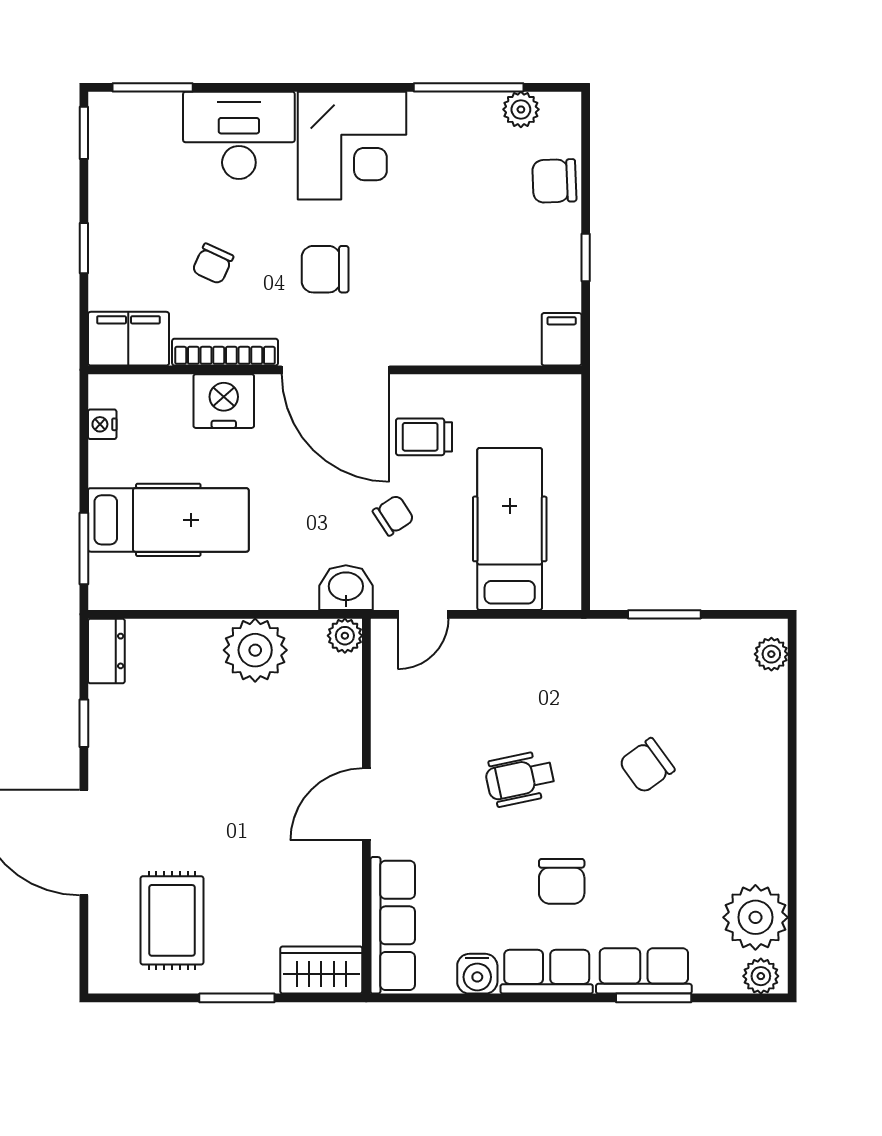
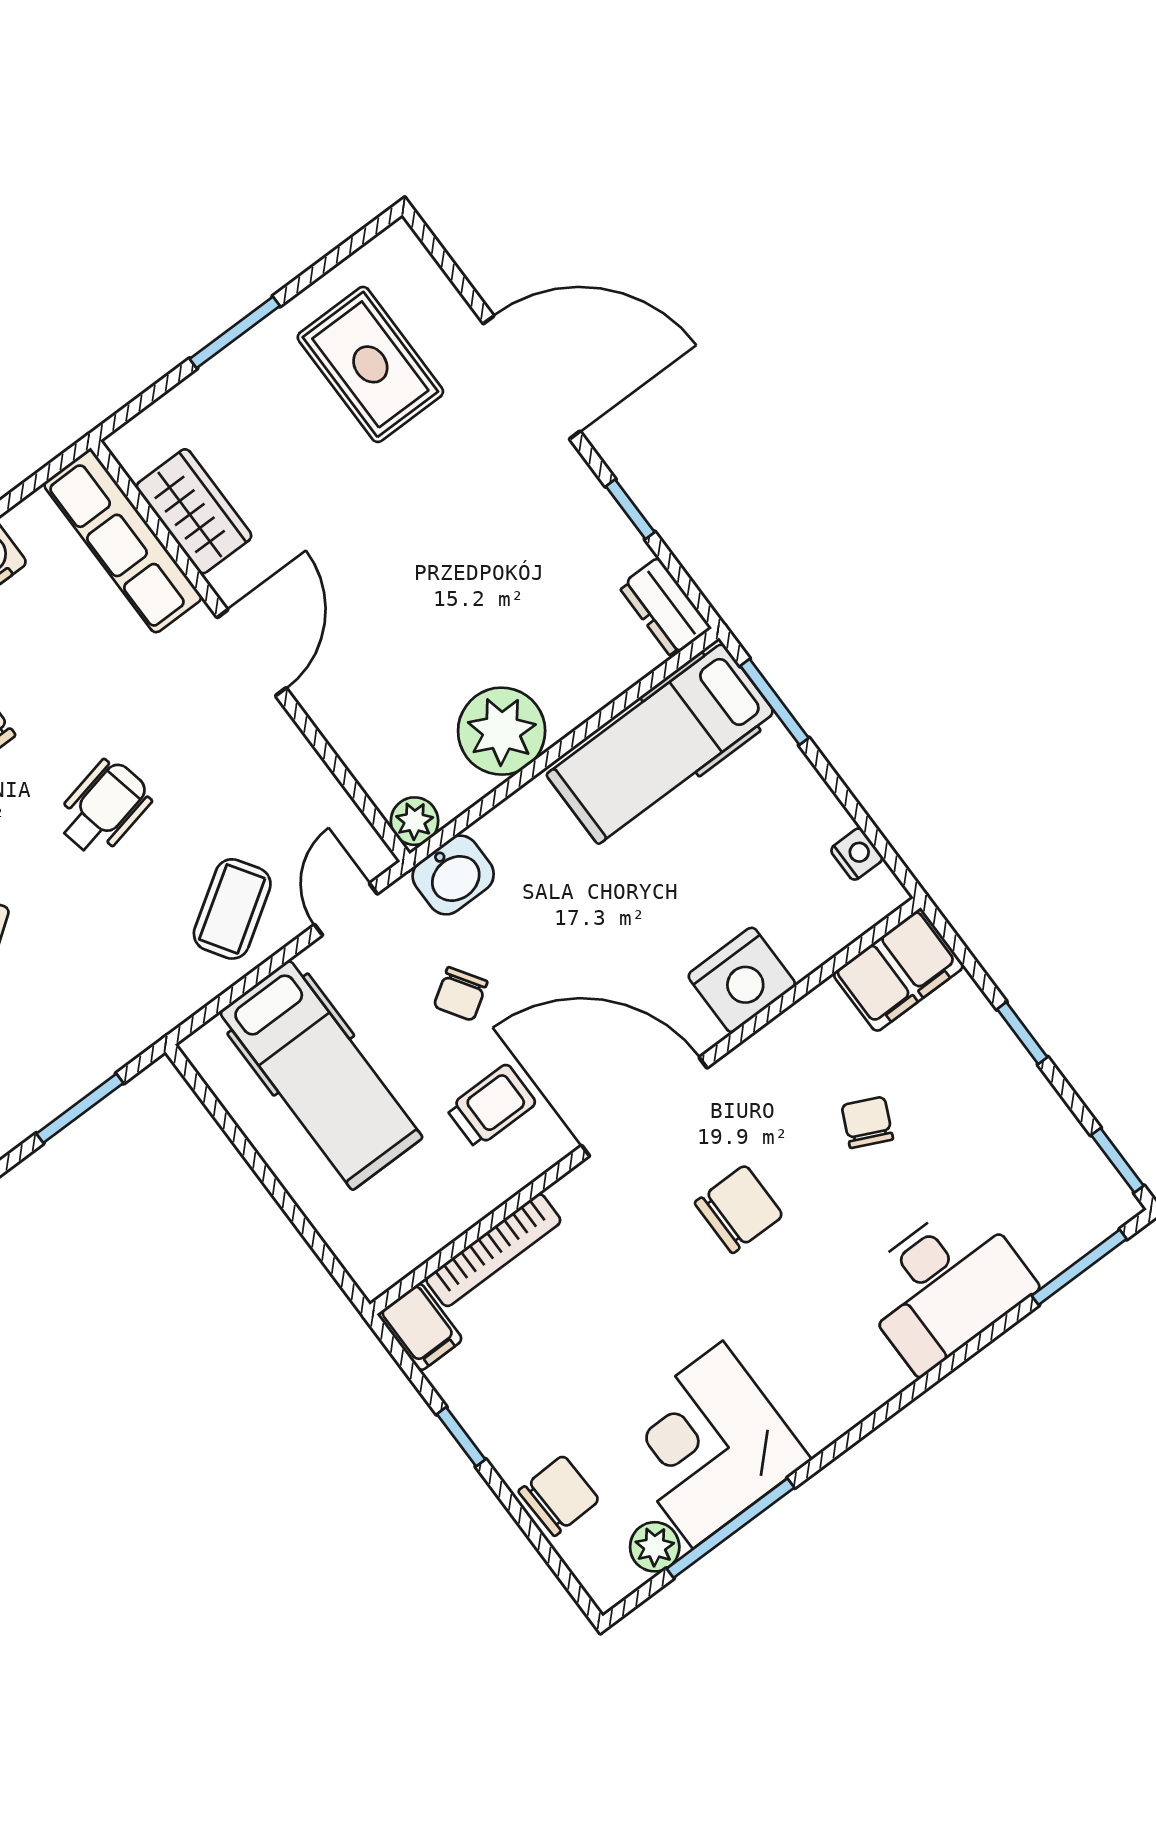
corner desk: (352, 146) -> (708, 1445), moved
bookcase: (225, 352) -> (493, 1250), moved
hospital bed: (168, 520) -> (660, 744), moved
coffee table: (489, 664) -> (232, 909), added
wardrobe: (321, 970) -> (194, 511), moved, turned -90

